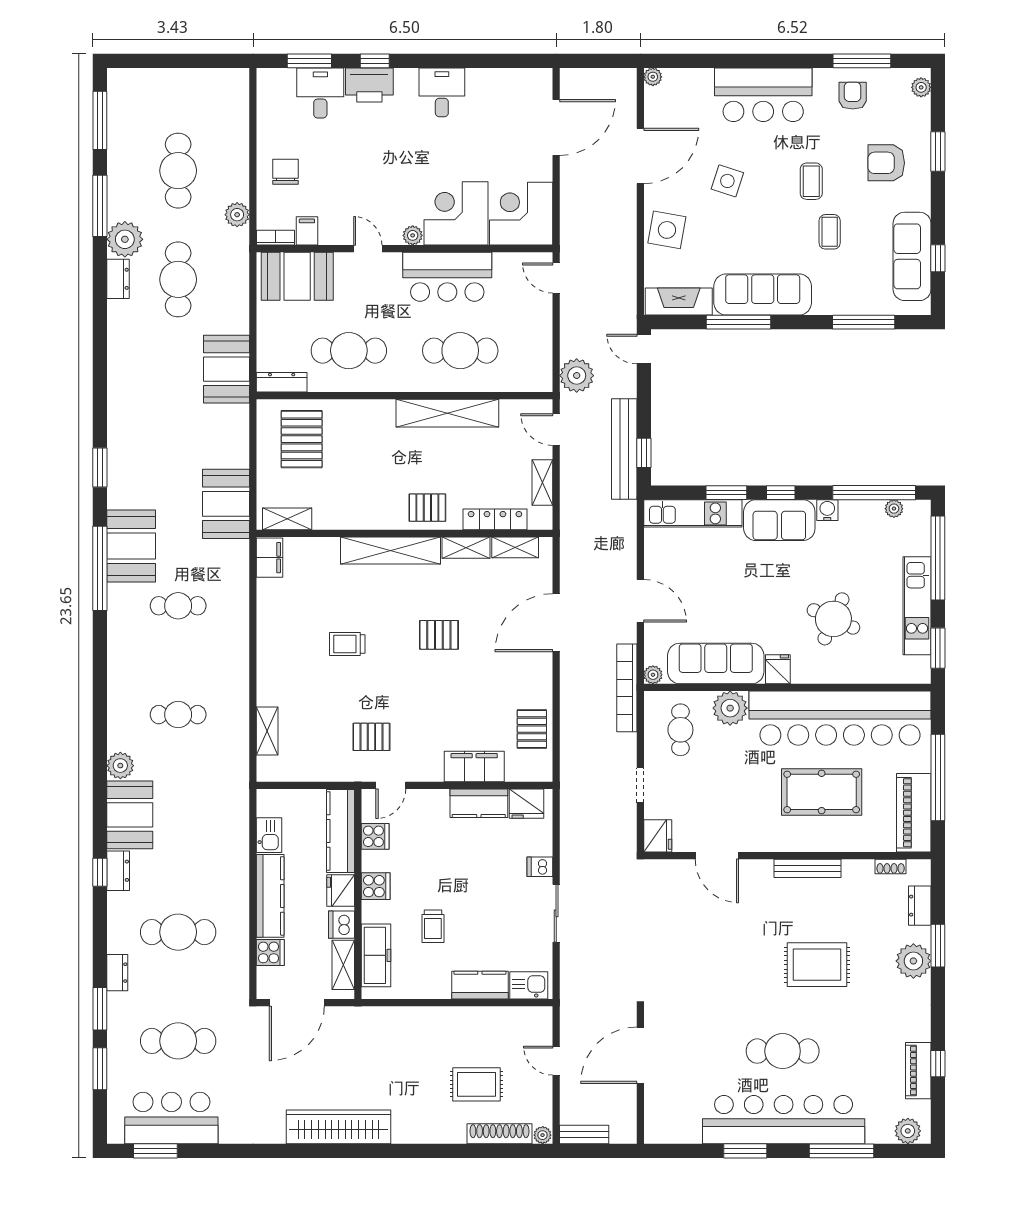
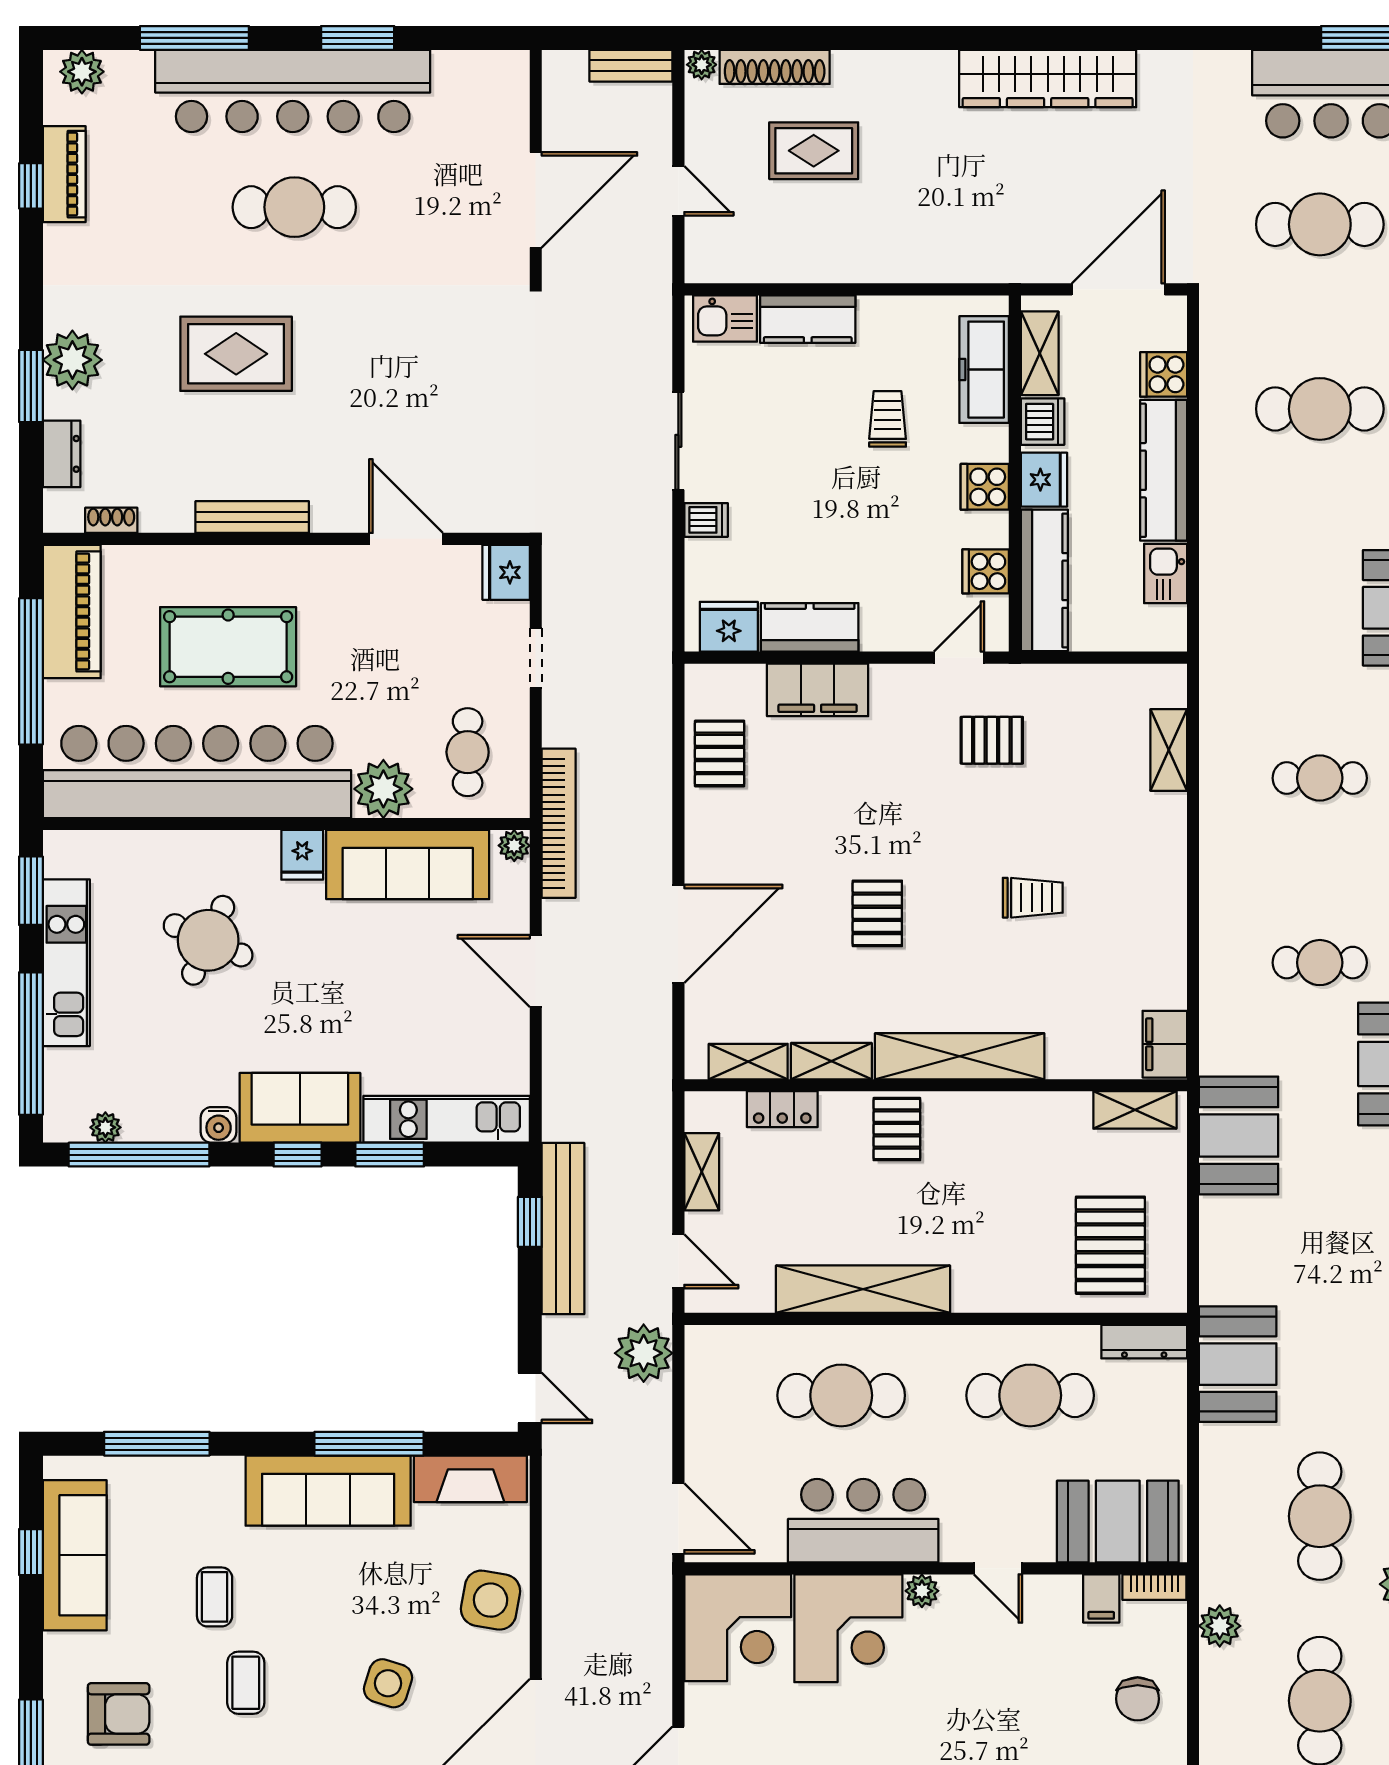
door: (556, 278) -> (678, 1518), width x1.38
pallet: (427, 508) -> (897, 1129), turned 90
locker: (495, 519) -> (782, 1109), width x0.66
pallet: (439, 635) -> (877, 913), turned 90

